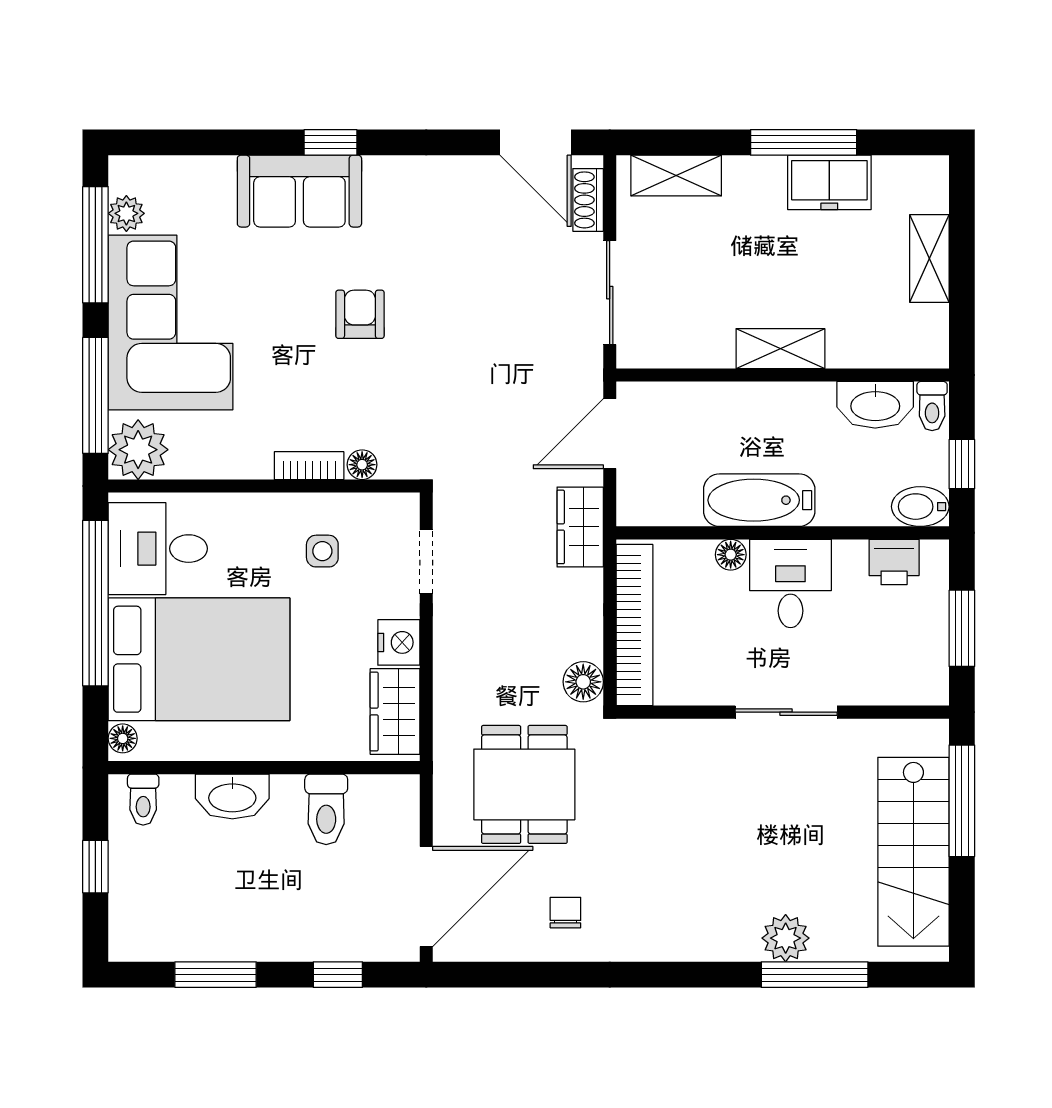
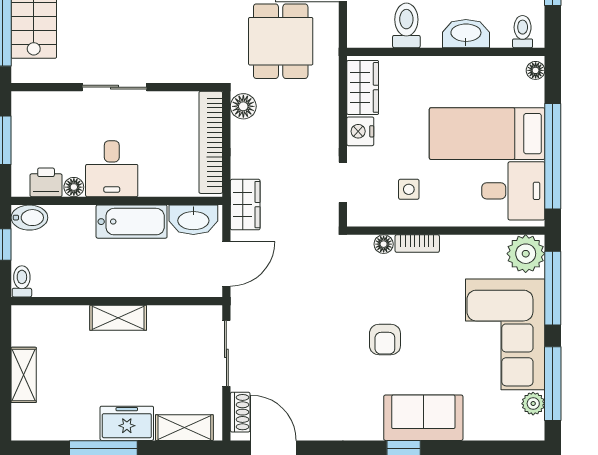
freezer: (829, 182) -> (127, 423), moved
washbasin: (875, 405) -> (193, 220), moved, turned 180
floor lamp: (731, 555) -> (74, 187), moved
bed: (199, 659) -> (487, 134), width x0.67

